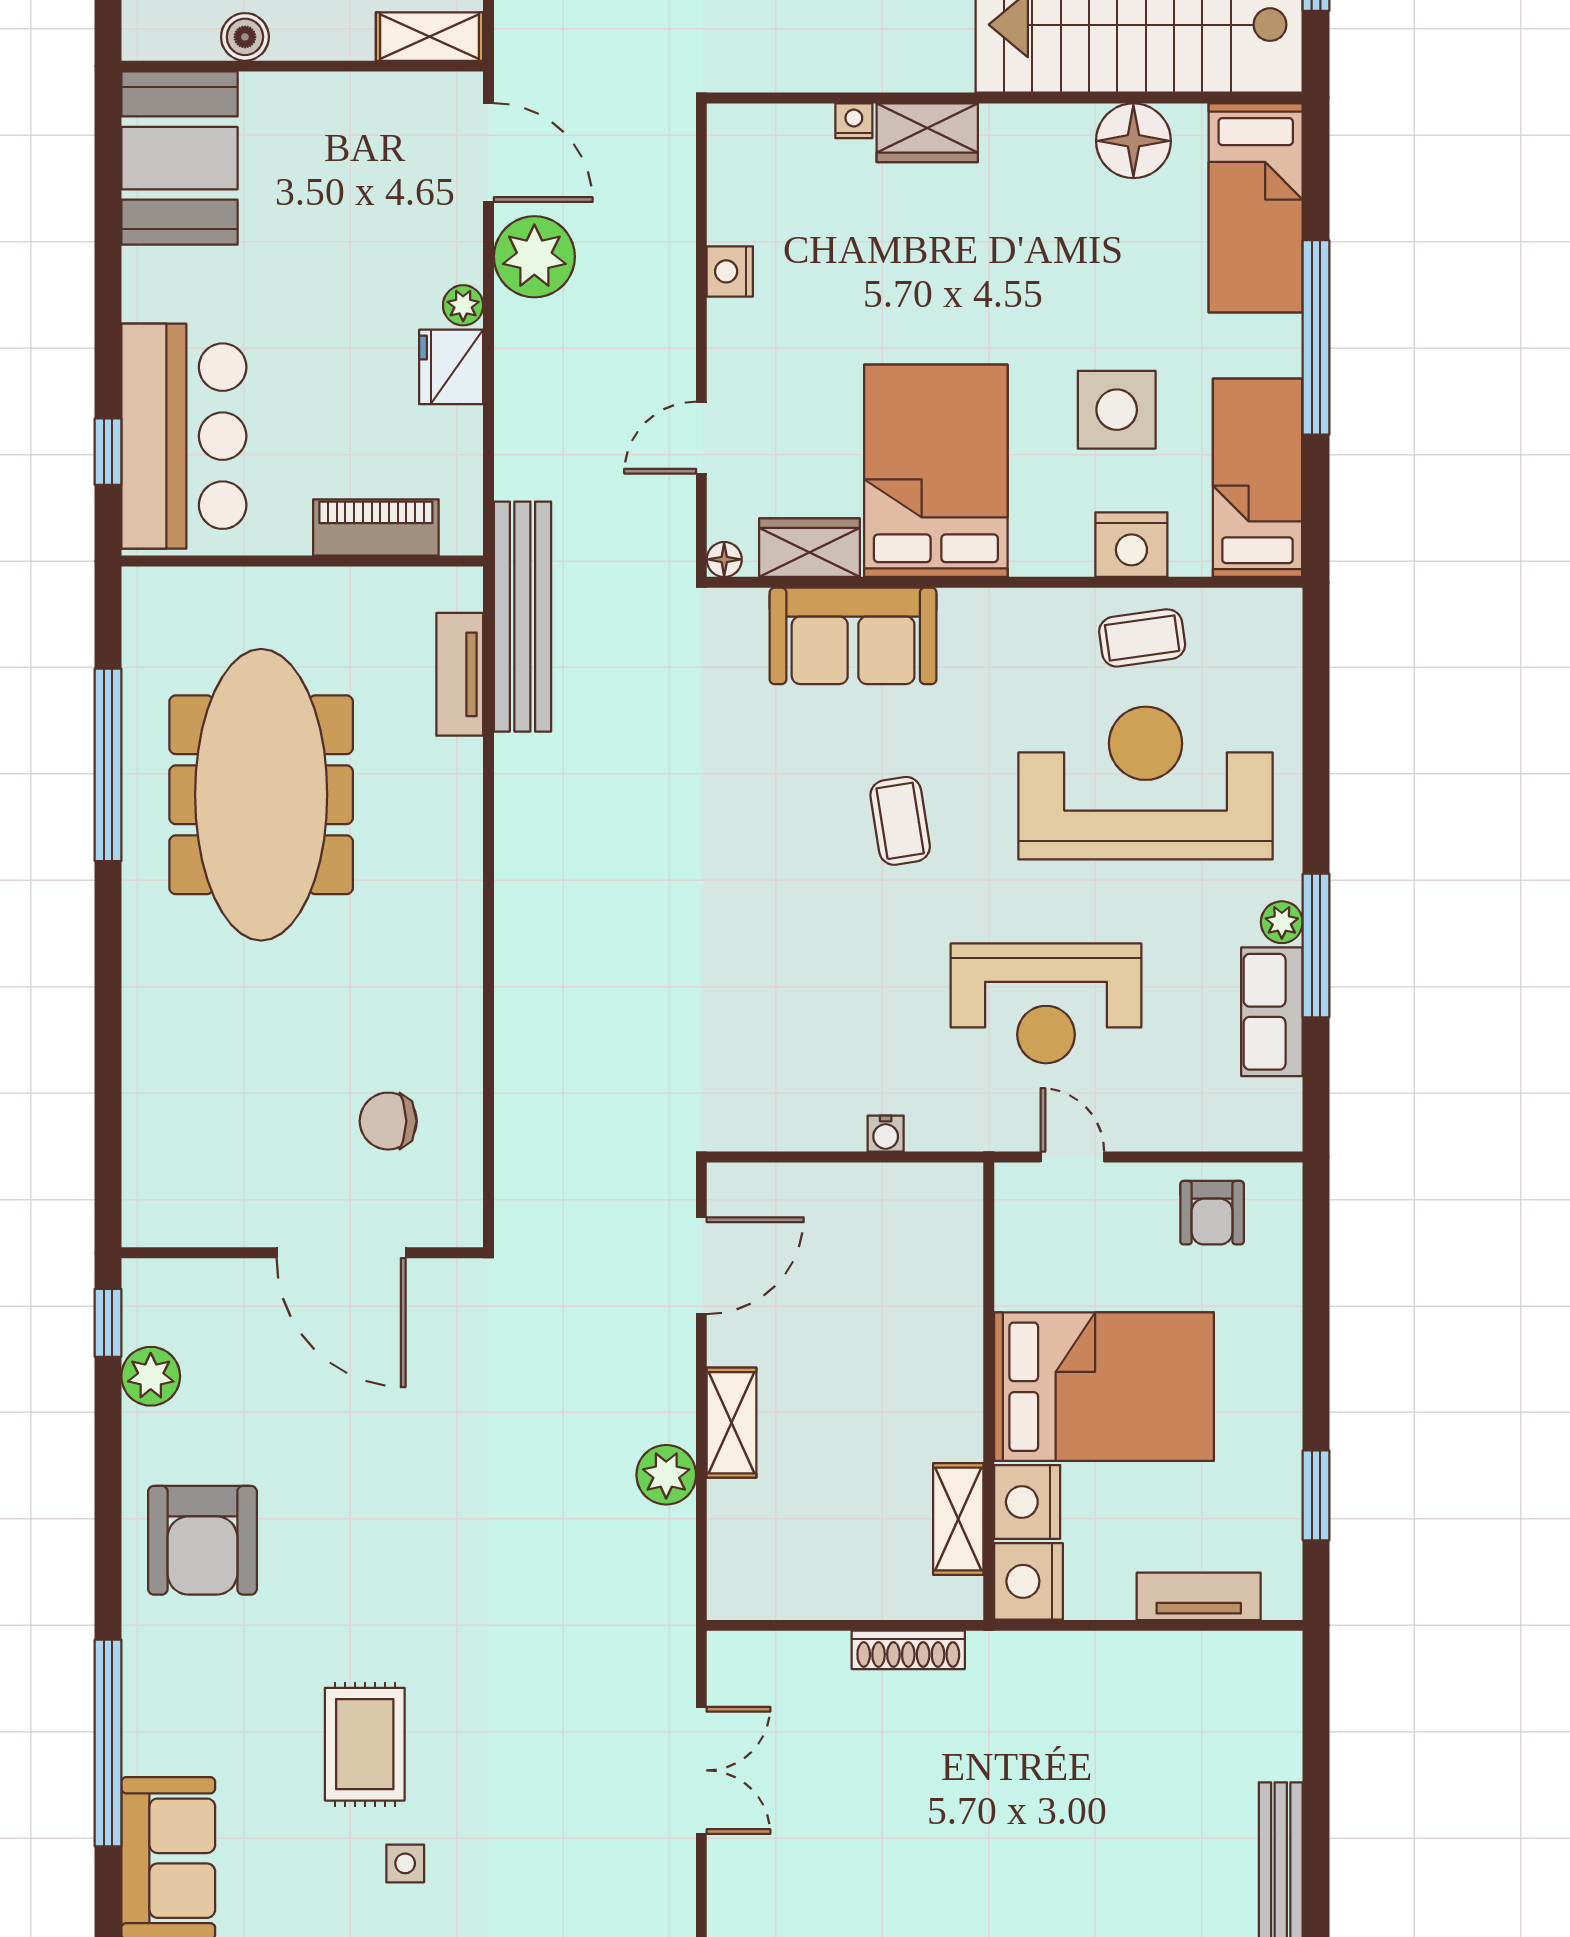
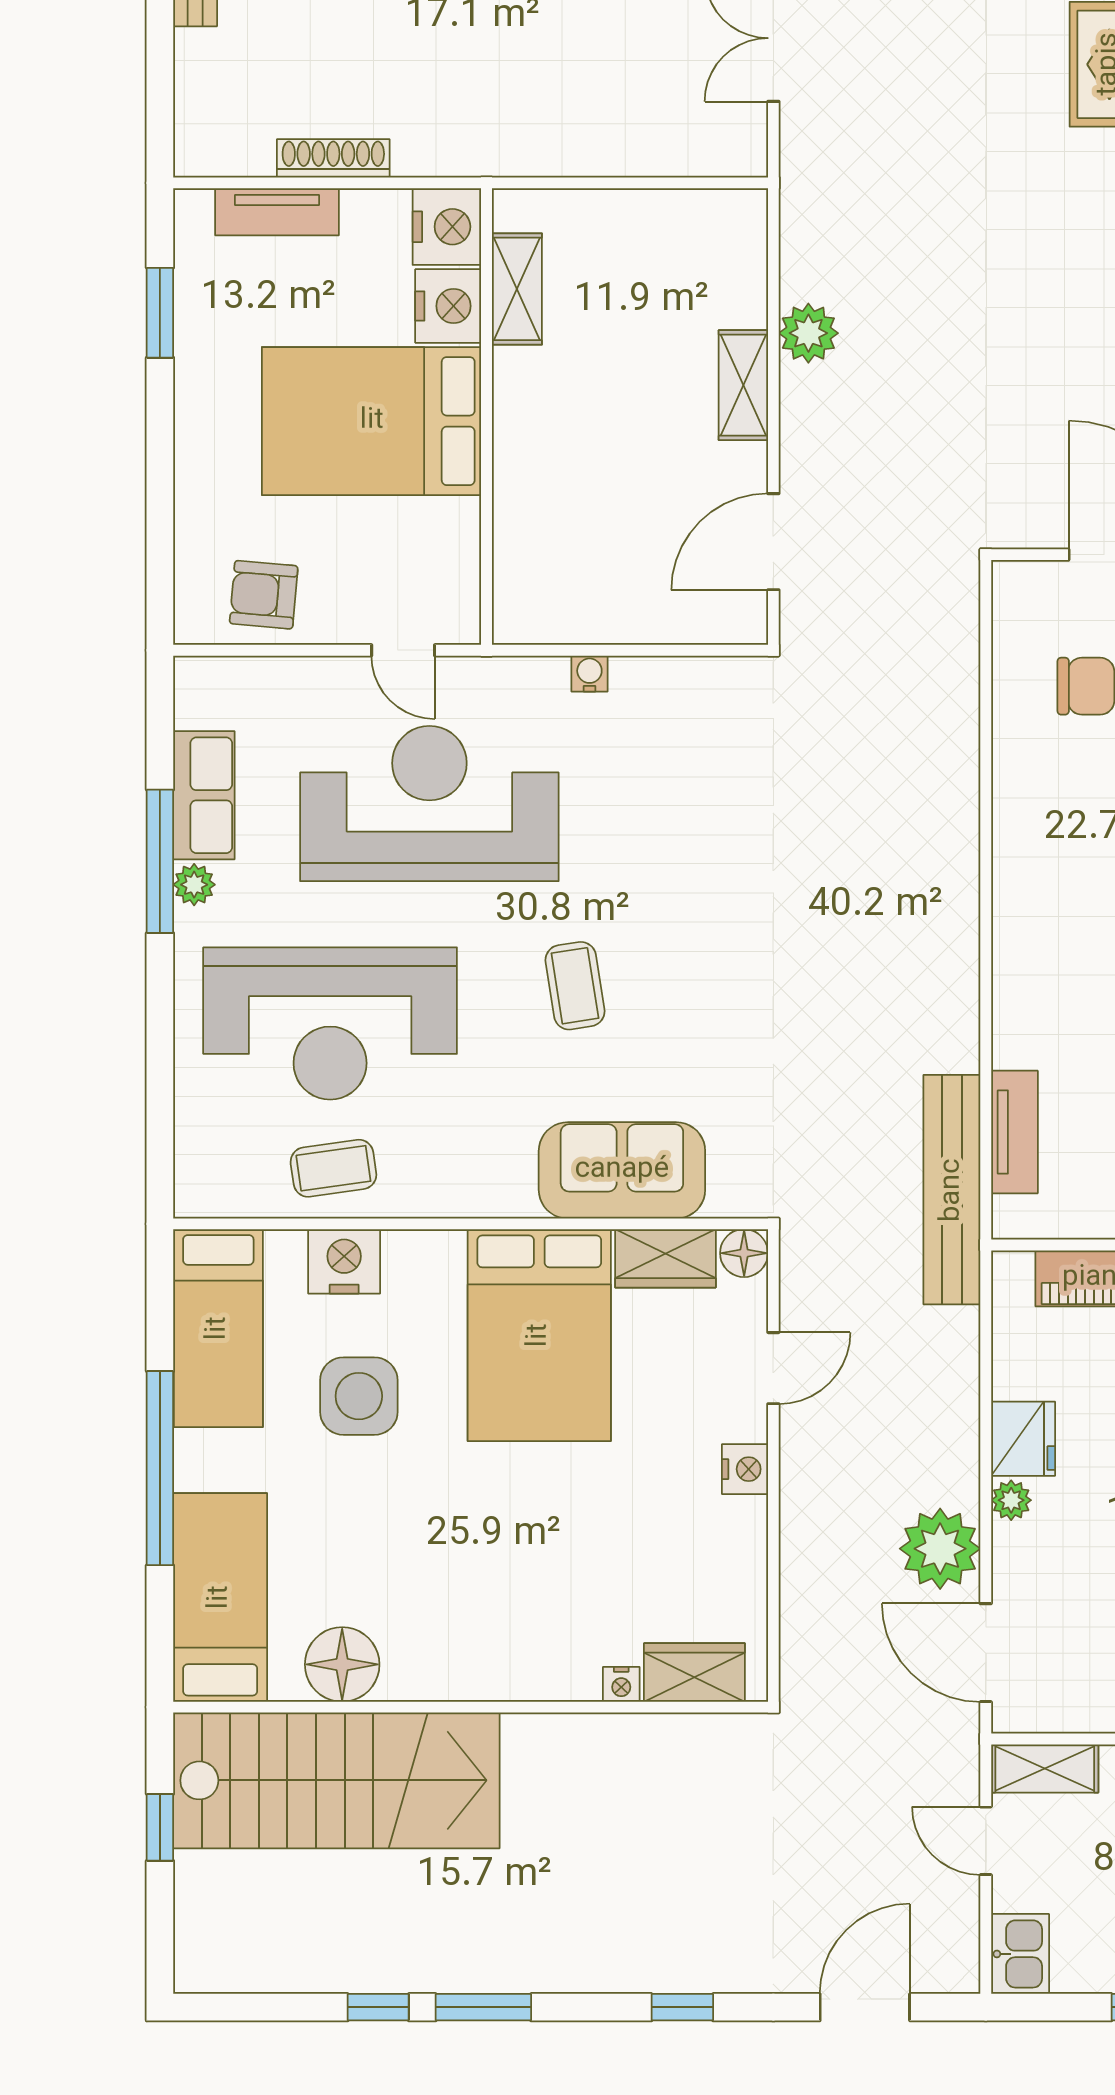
wardrobe: (927, 133) -> (694, 1672), moved
nightstand: (730, 271) -> (745, 1469), moved
floor lamp: (724, 559) -> (744, 1253), width x1.37, depth x1.37
reception desk: (1046, 1003) -> (429, 804), width x1.36, depth x1.30
armchair: (1212, 1213) -> (264, 595), turned -85
shoe rack: (908, 1650) -> (333, 158), moved

